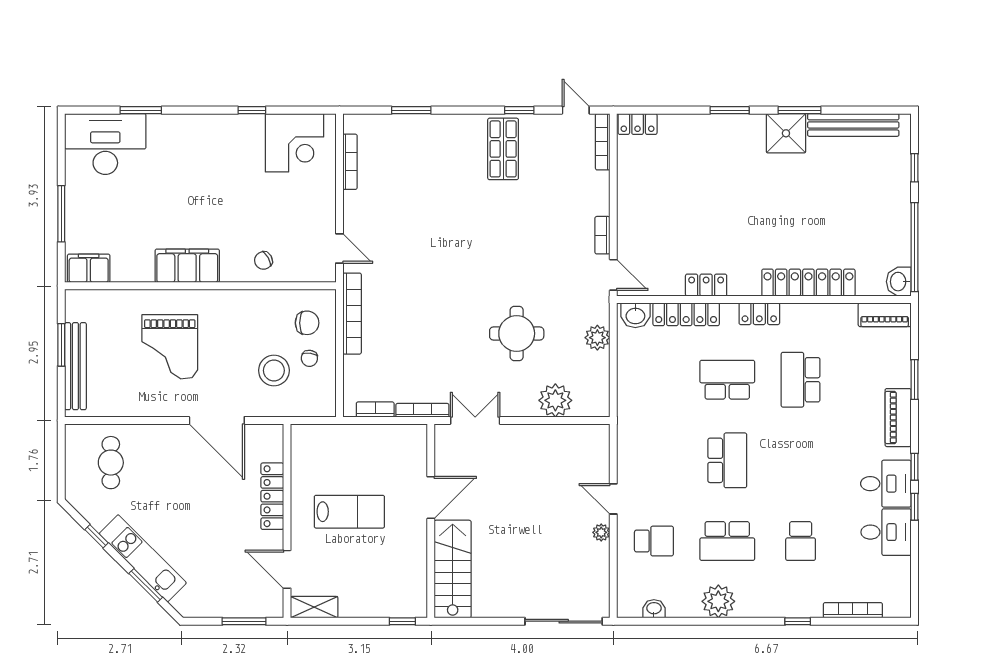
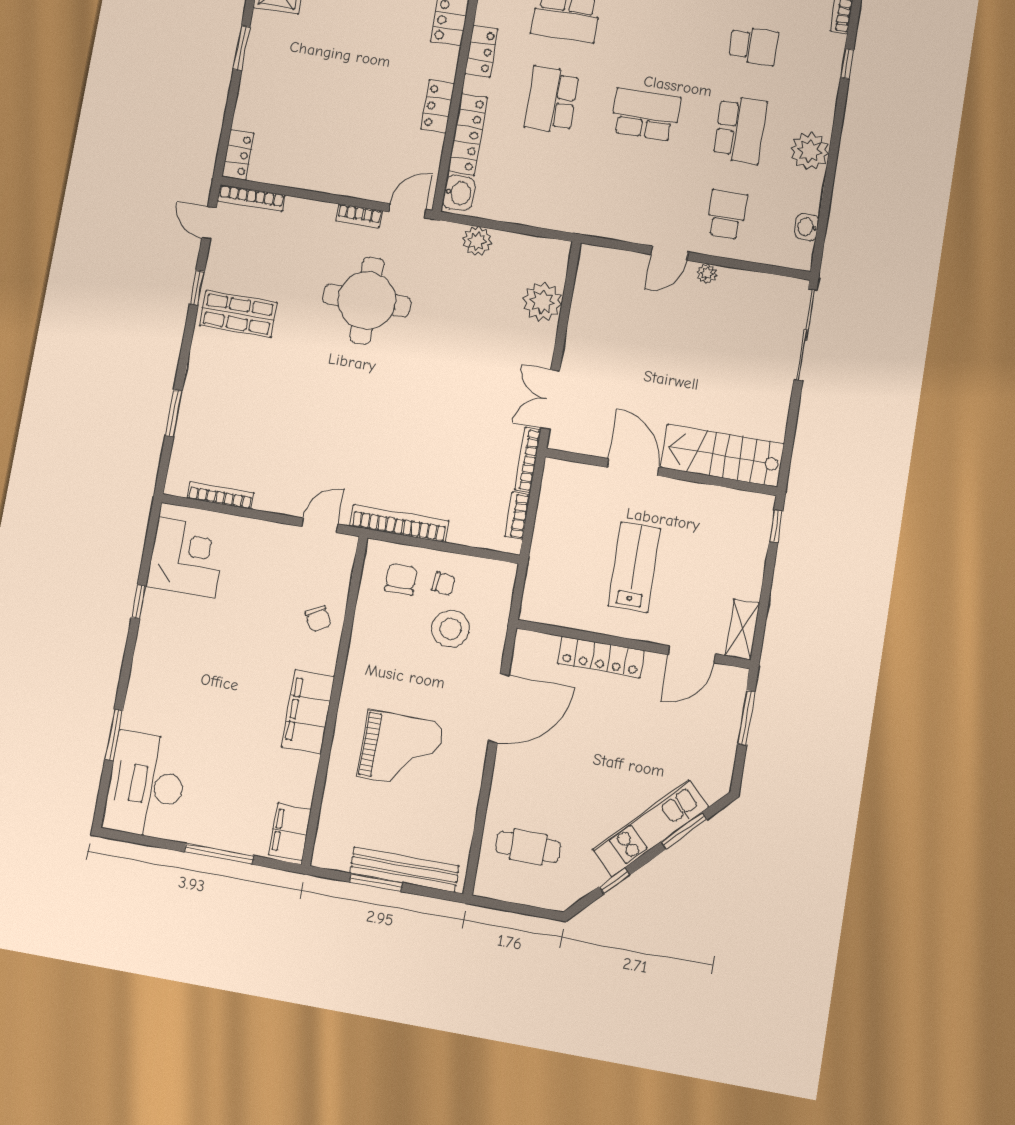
door: (576, 110) -> (209, 223), hinge flipped
round table: (517, 333) -> (367, 300), moved, width x1.36, depth x1.36

